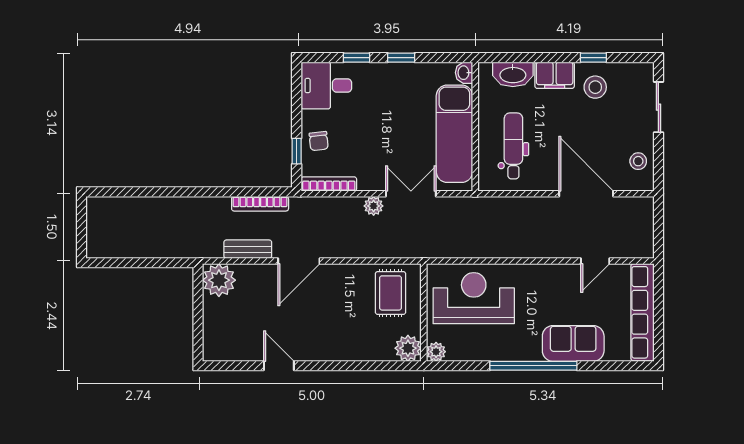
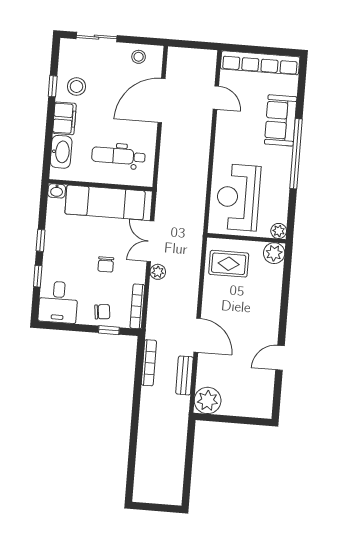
chair: (378, 141) -> (106, 264), added

